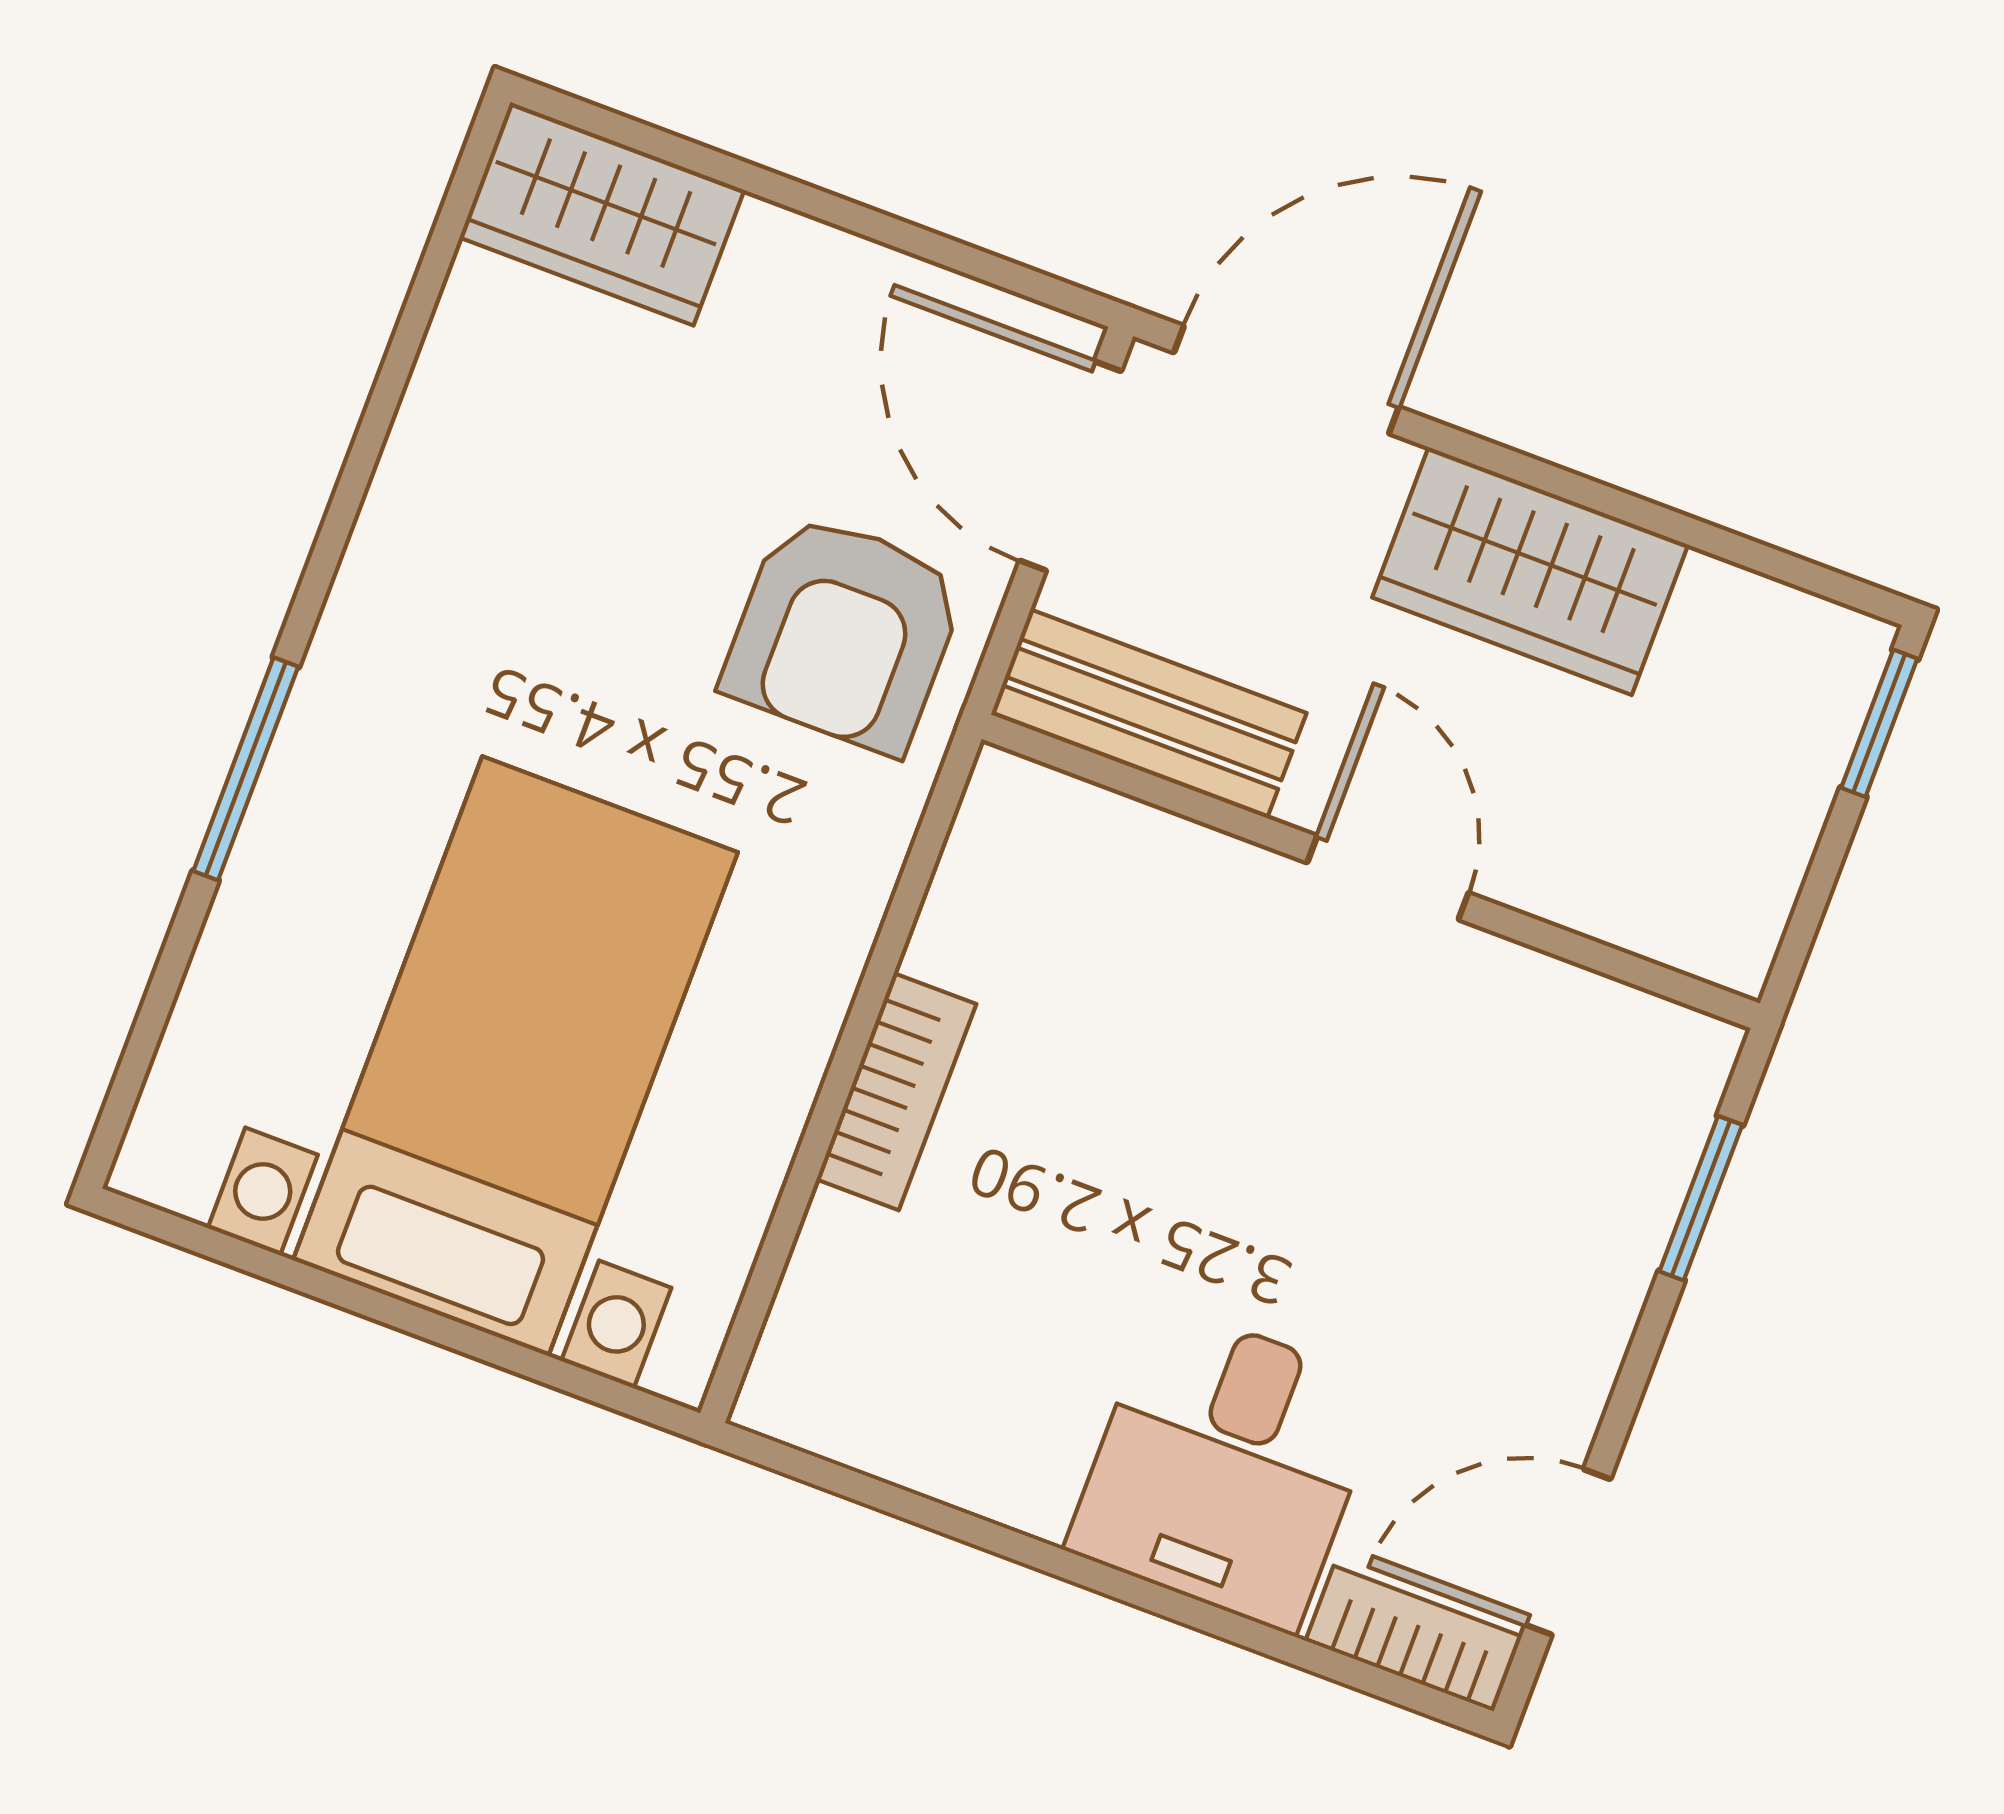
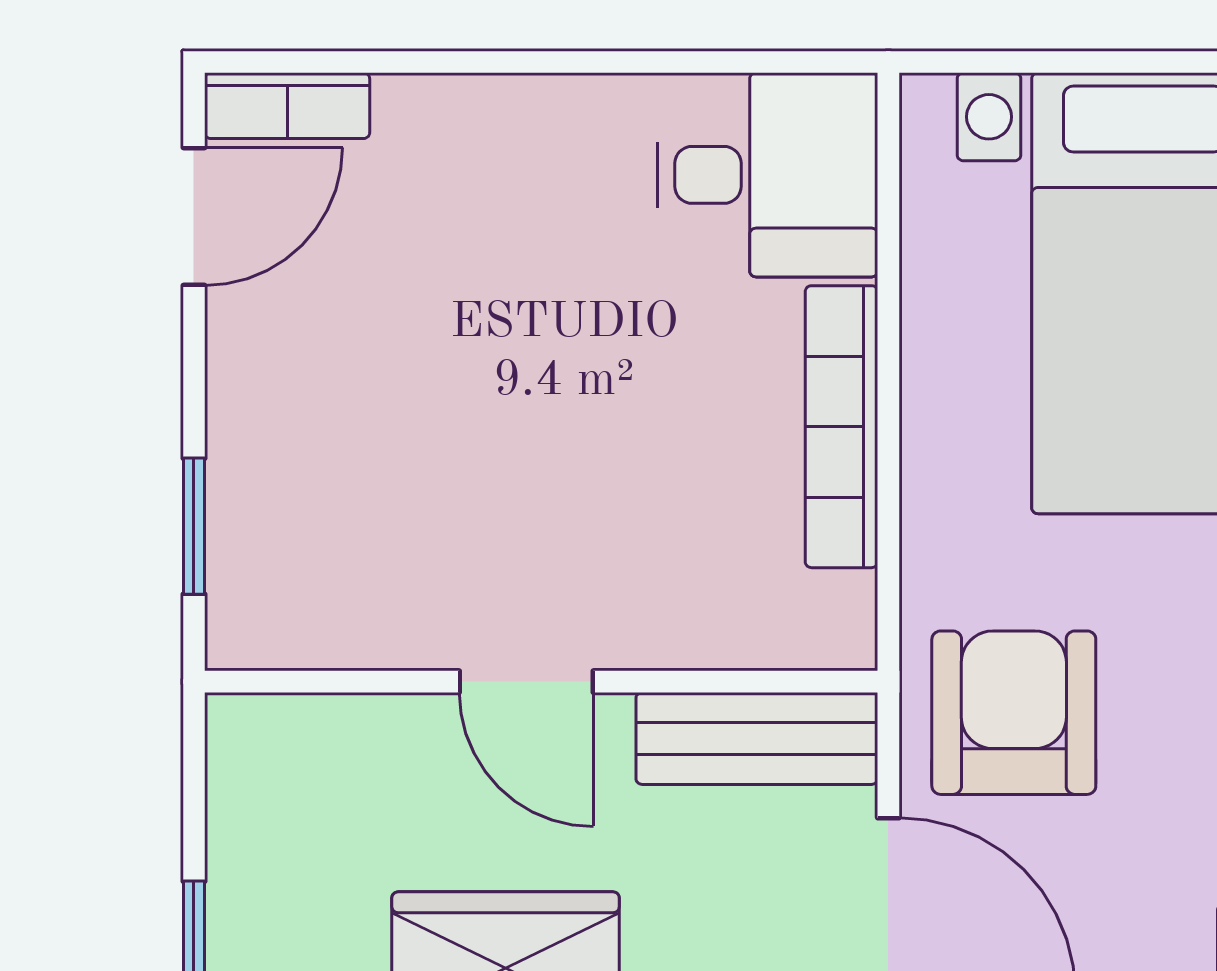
bookcase: (896, 1092) -> (842, 427), width x1.56
desk: (1226, 1467) -> (767, 175), moved, turned 90

